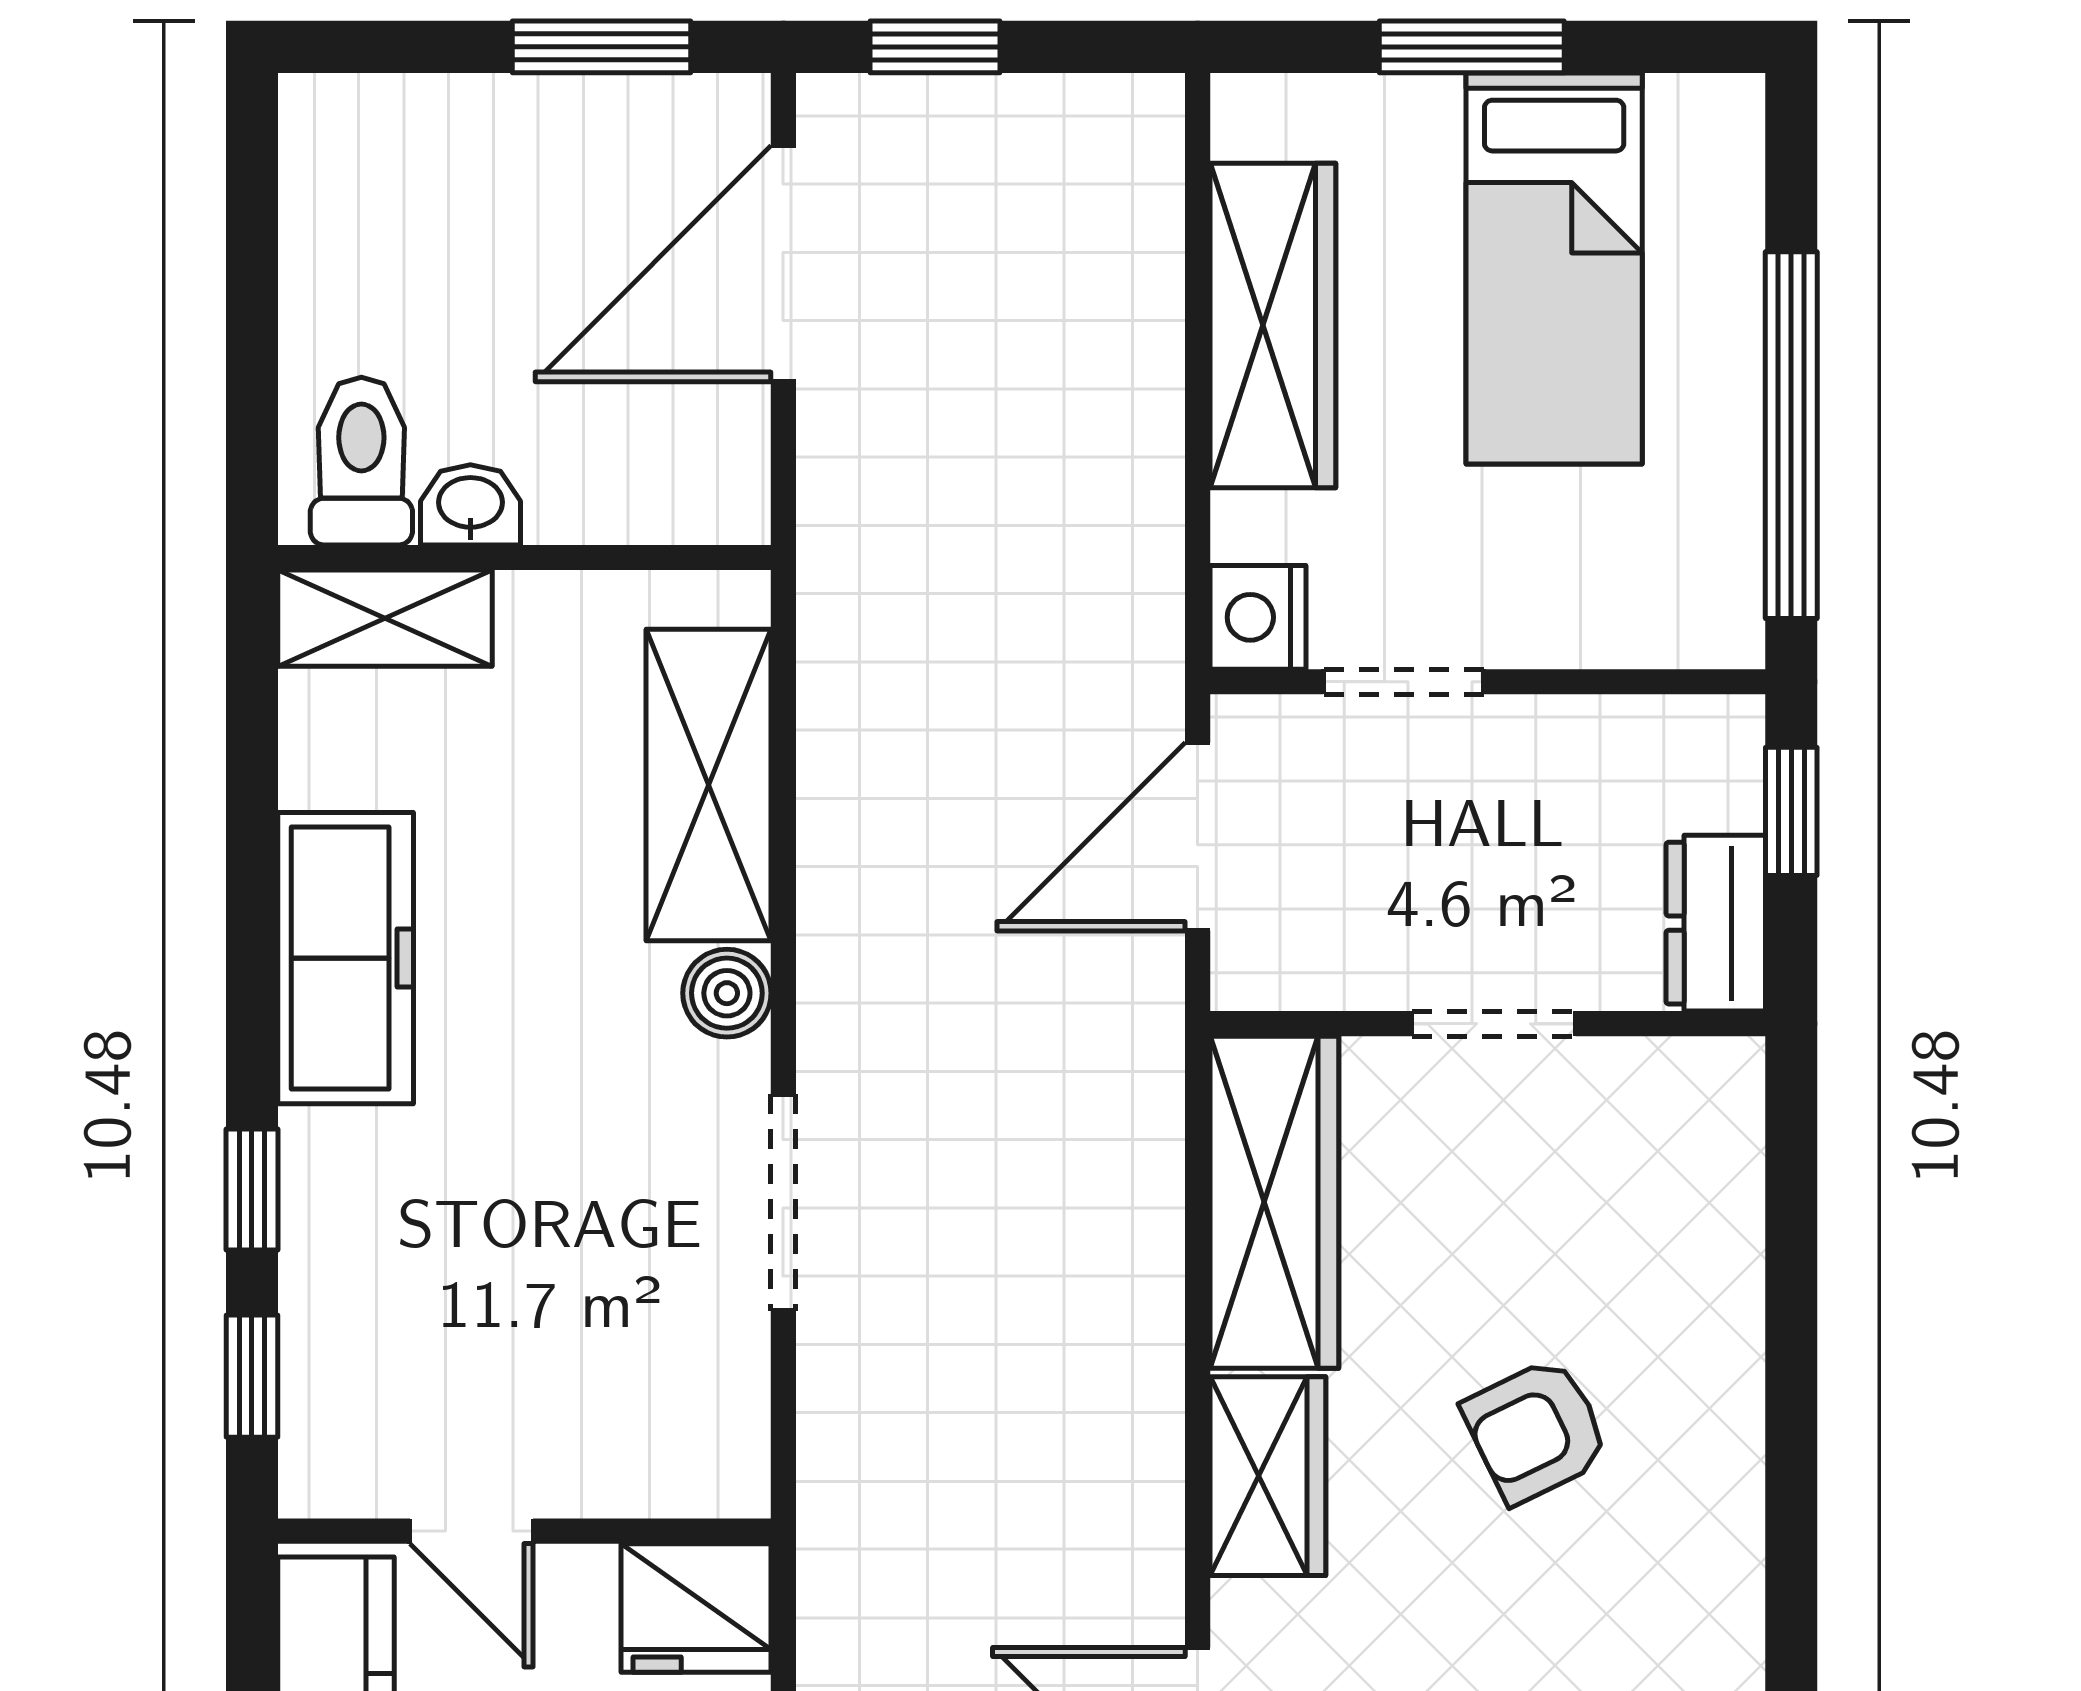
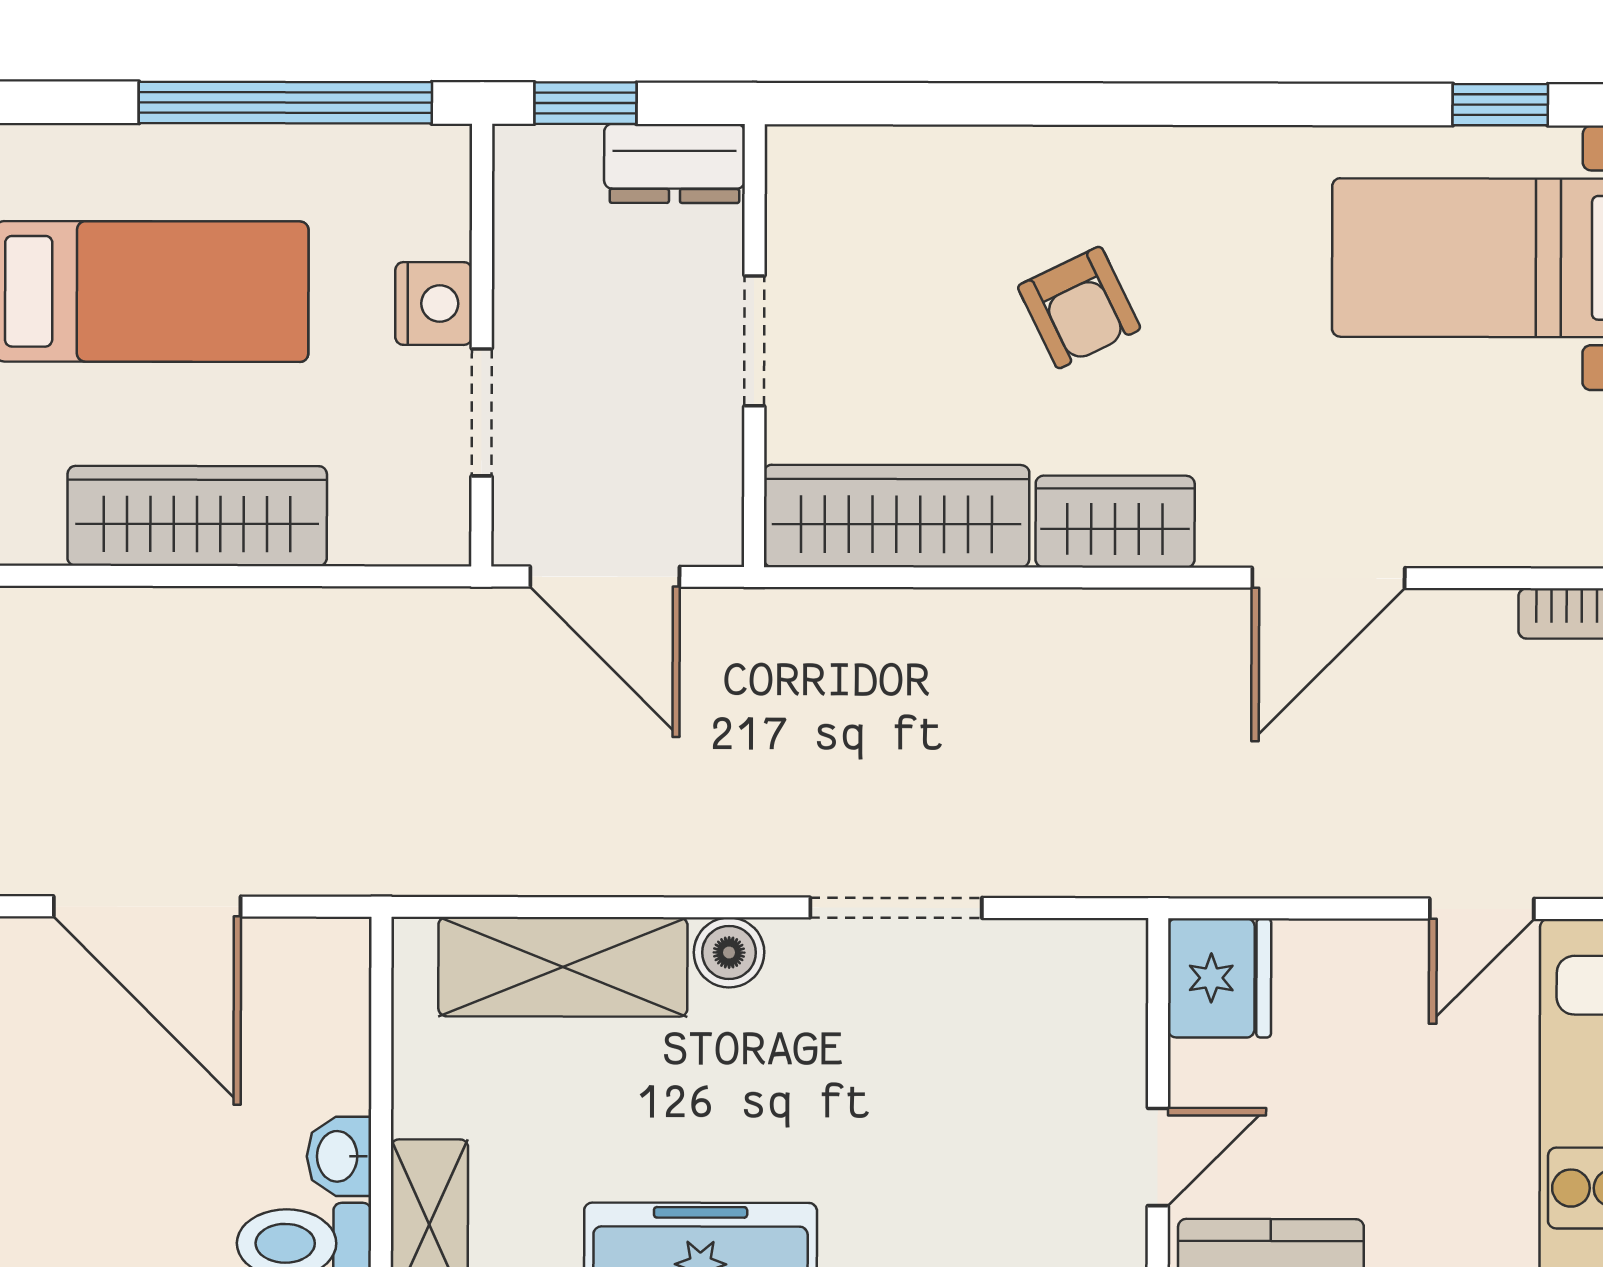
nightstand: (1258, 617) -> (434, 303), moved, turned -90

